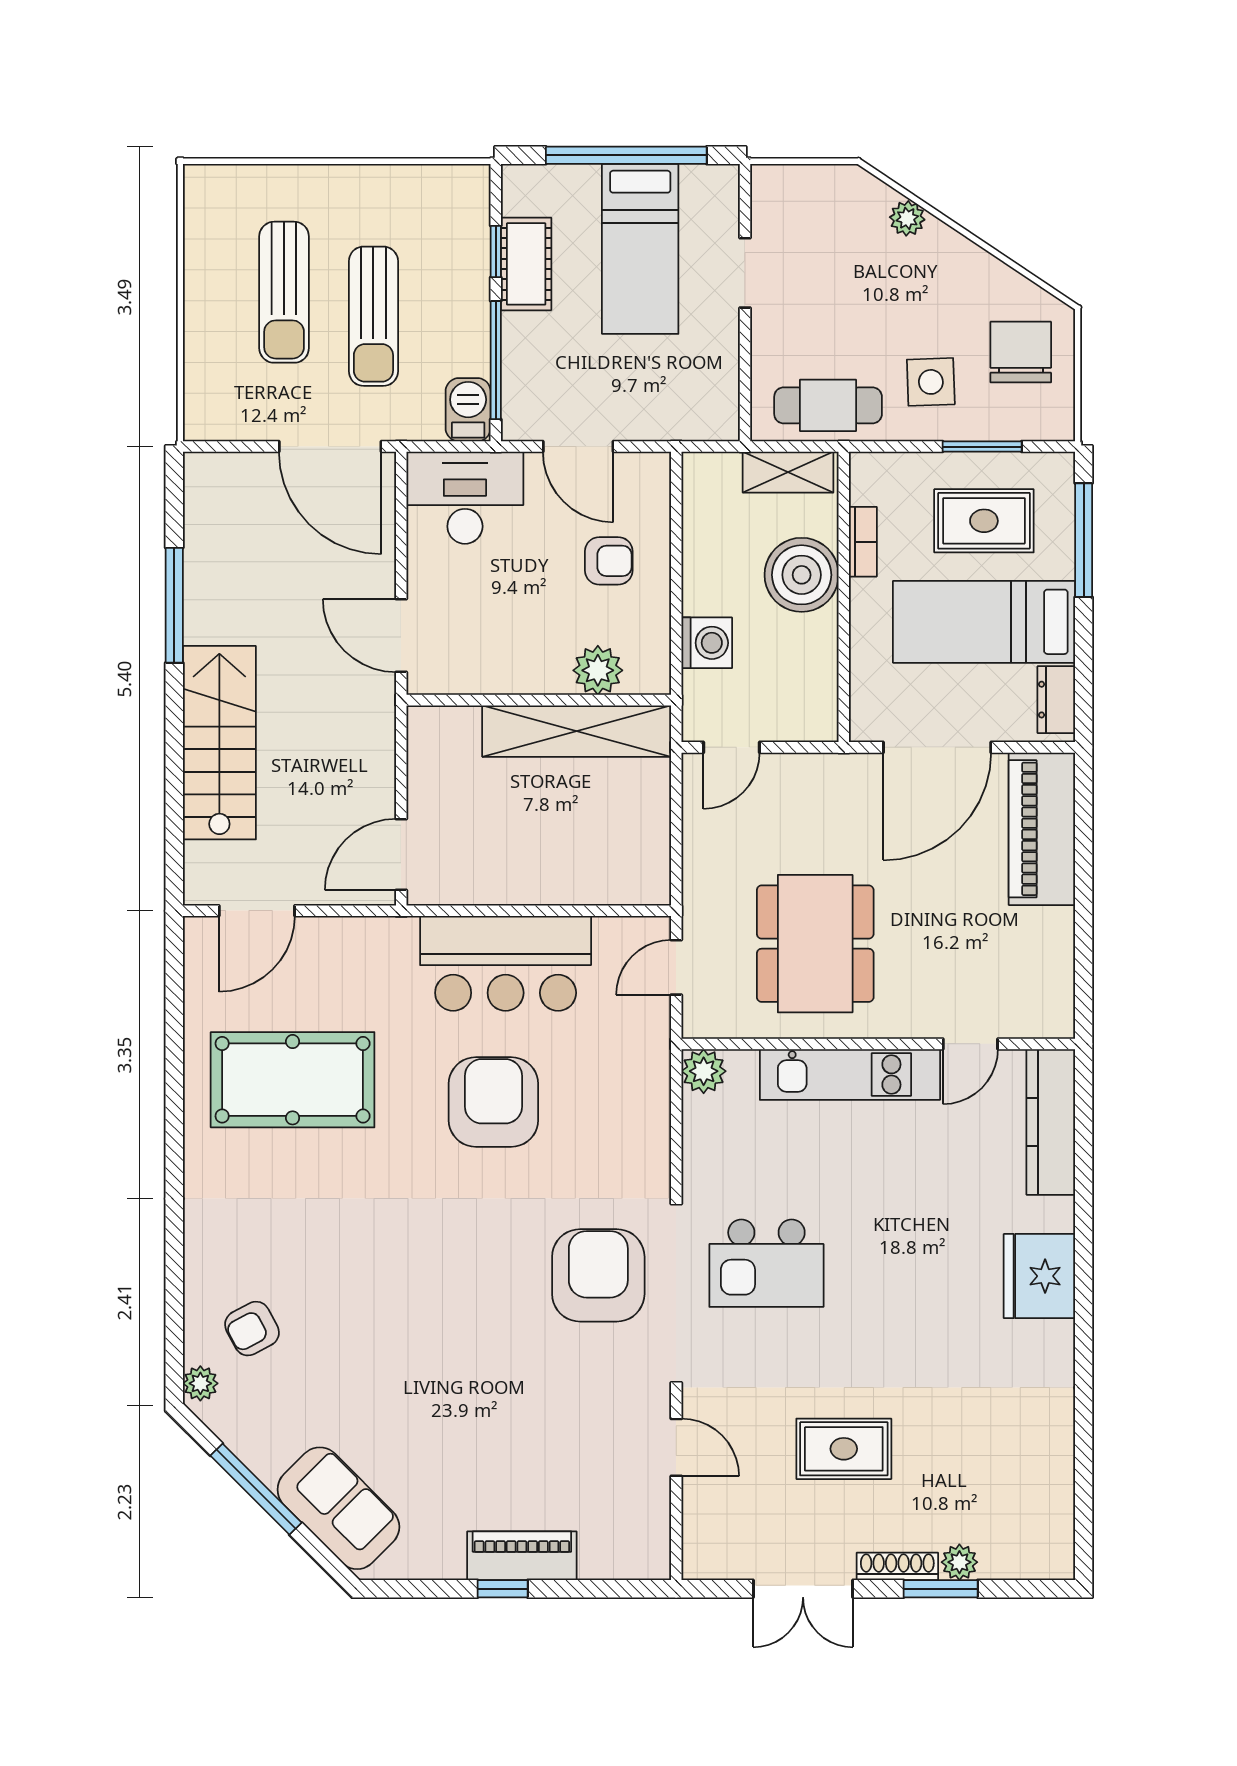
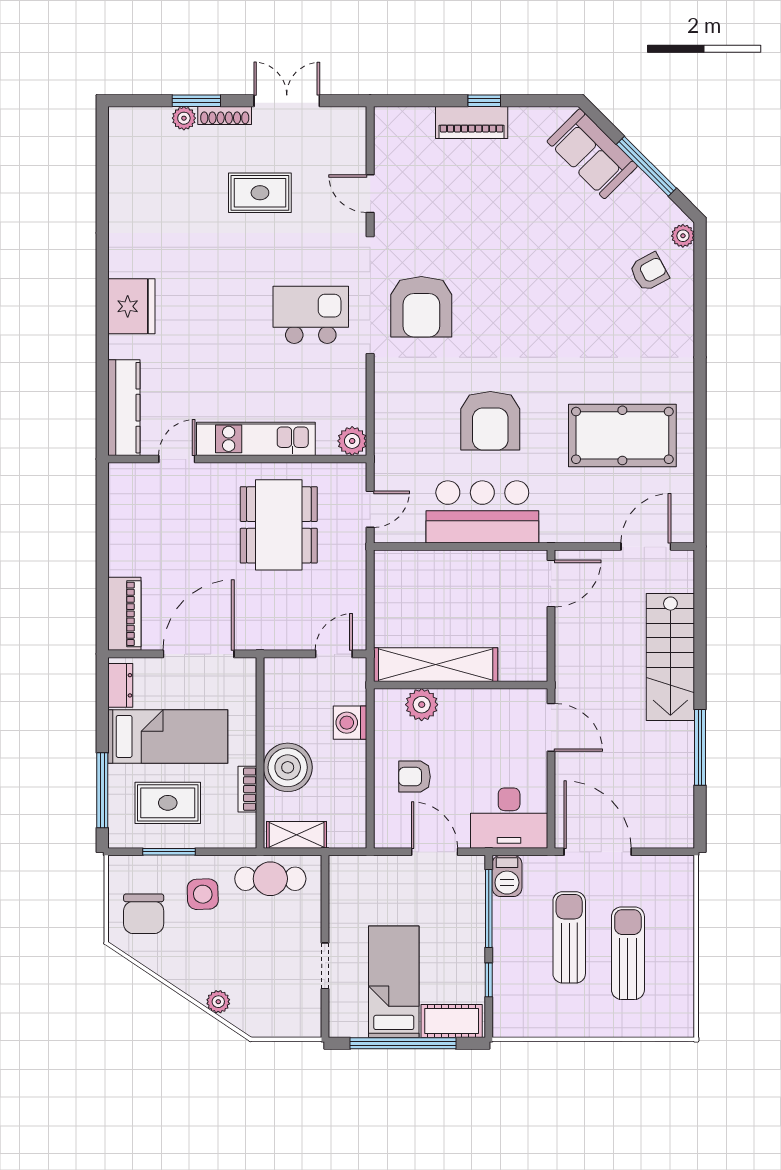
cot: (526, 264) -> (452, 1021), moved, turned 90
piano: (1042, 829) -> (124, 614), width x0.73, depth x0.75

